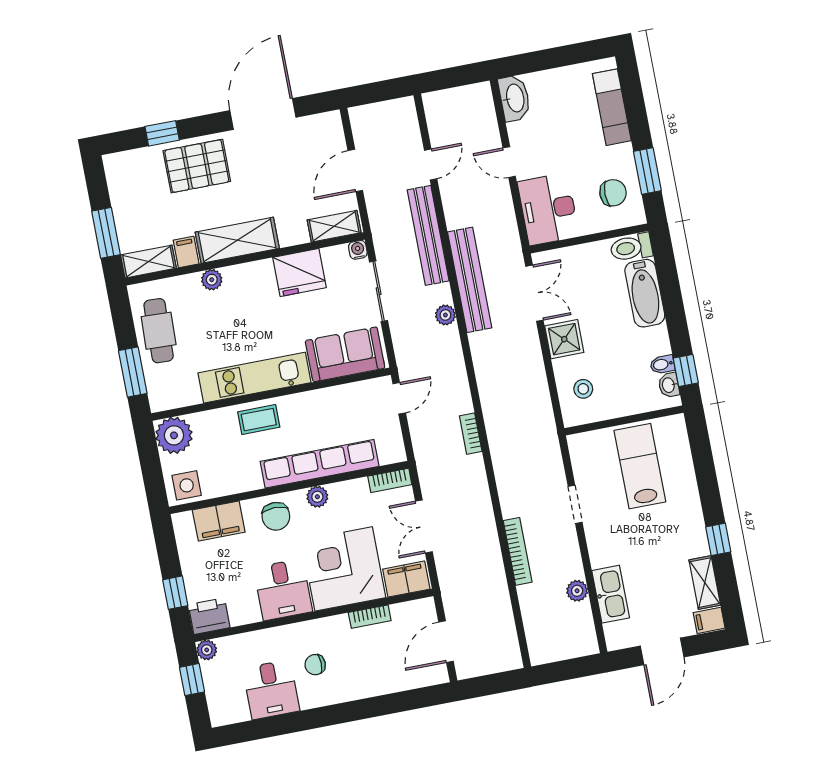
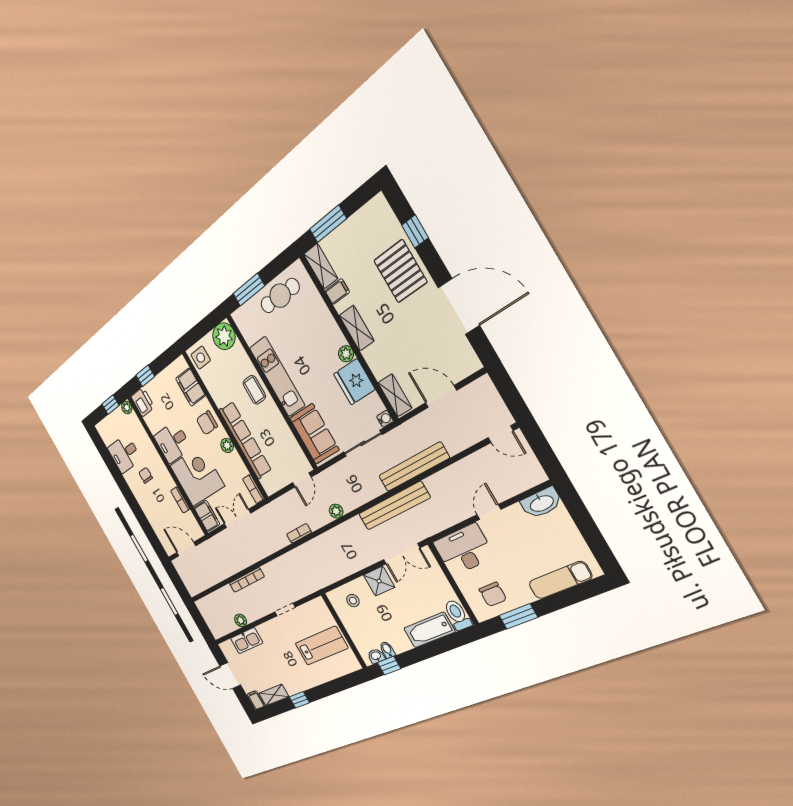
door: (431, 165) -> (501, 434), moved
shelving: (237, 240) -> (357, 328), width x0.67, depth x0.75
plant: (212, 280) -> (346, 354), moved
plant: (445, 315) -> (336, 511), moved
door: (399, 398) -> (302, 480), hinge flipped

